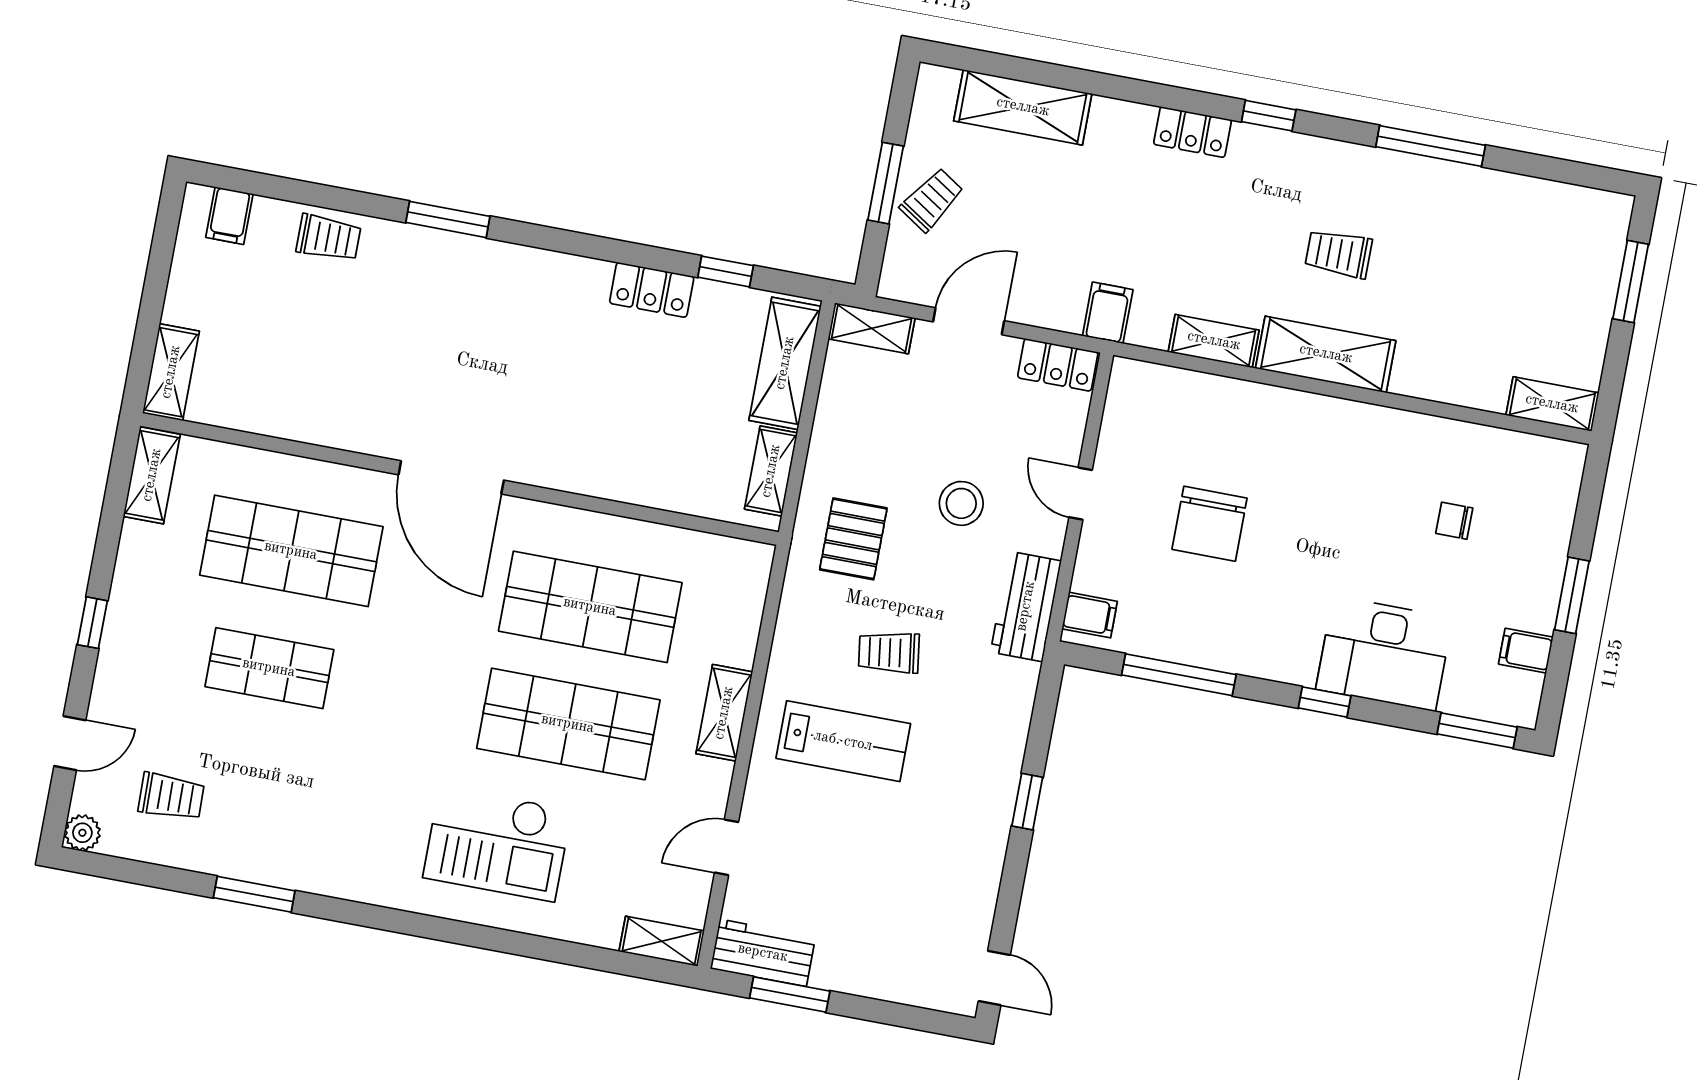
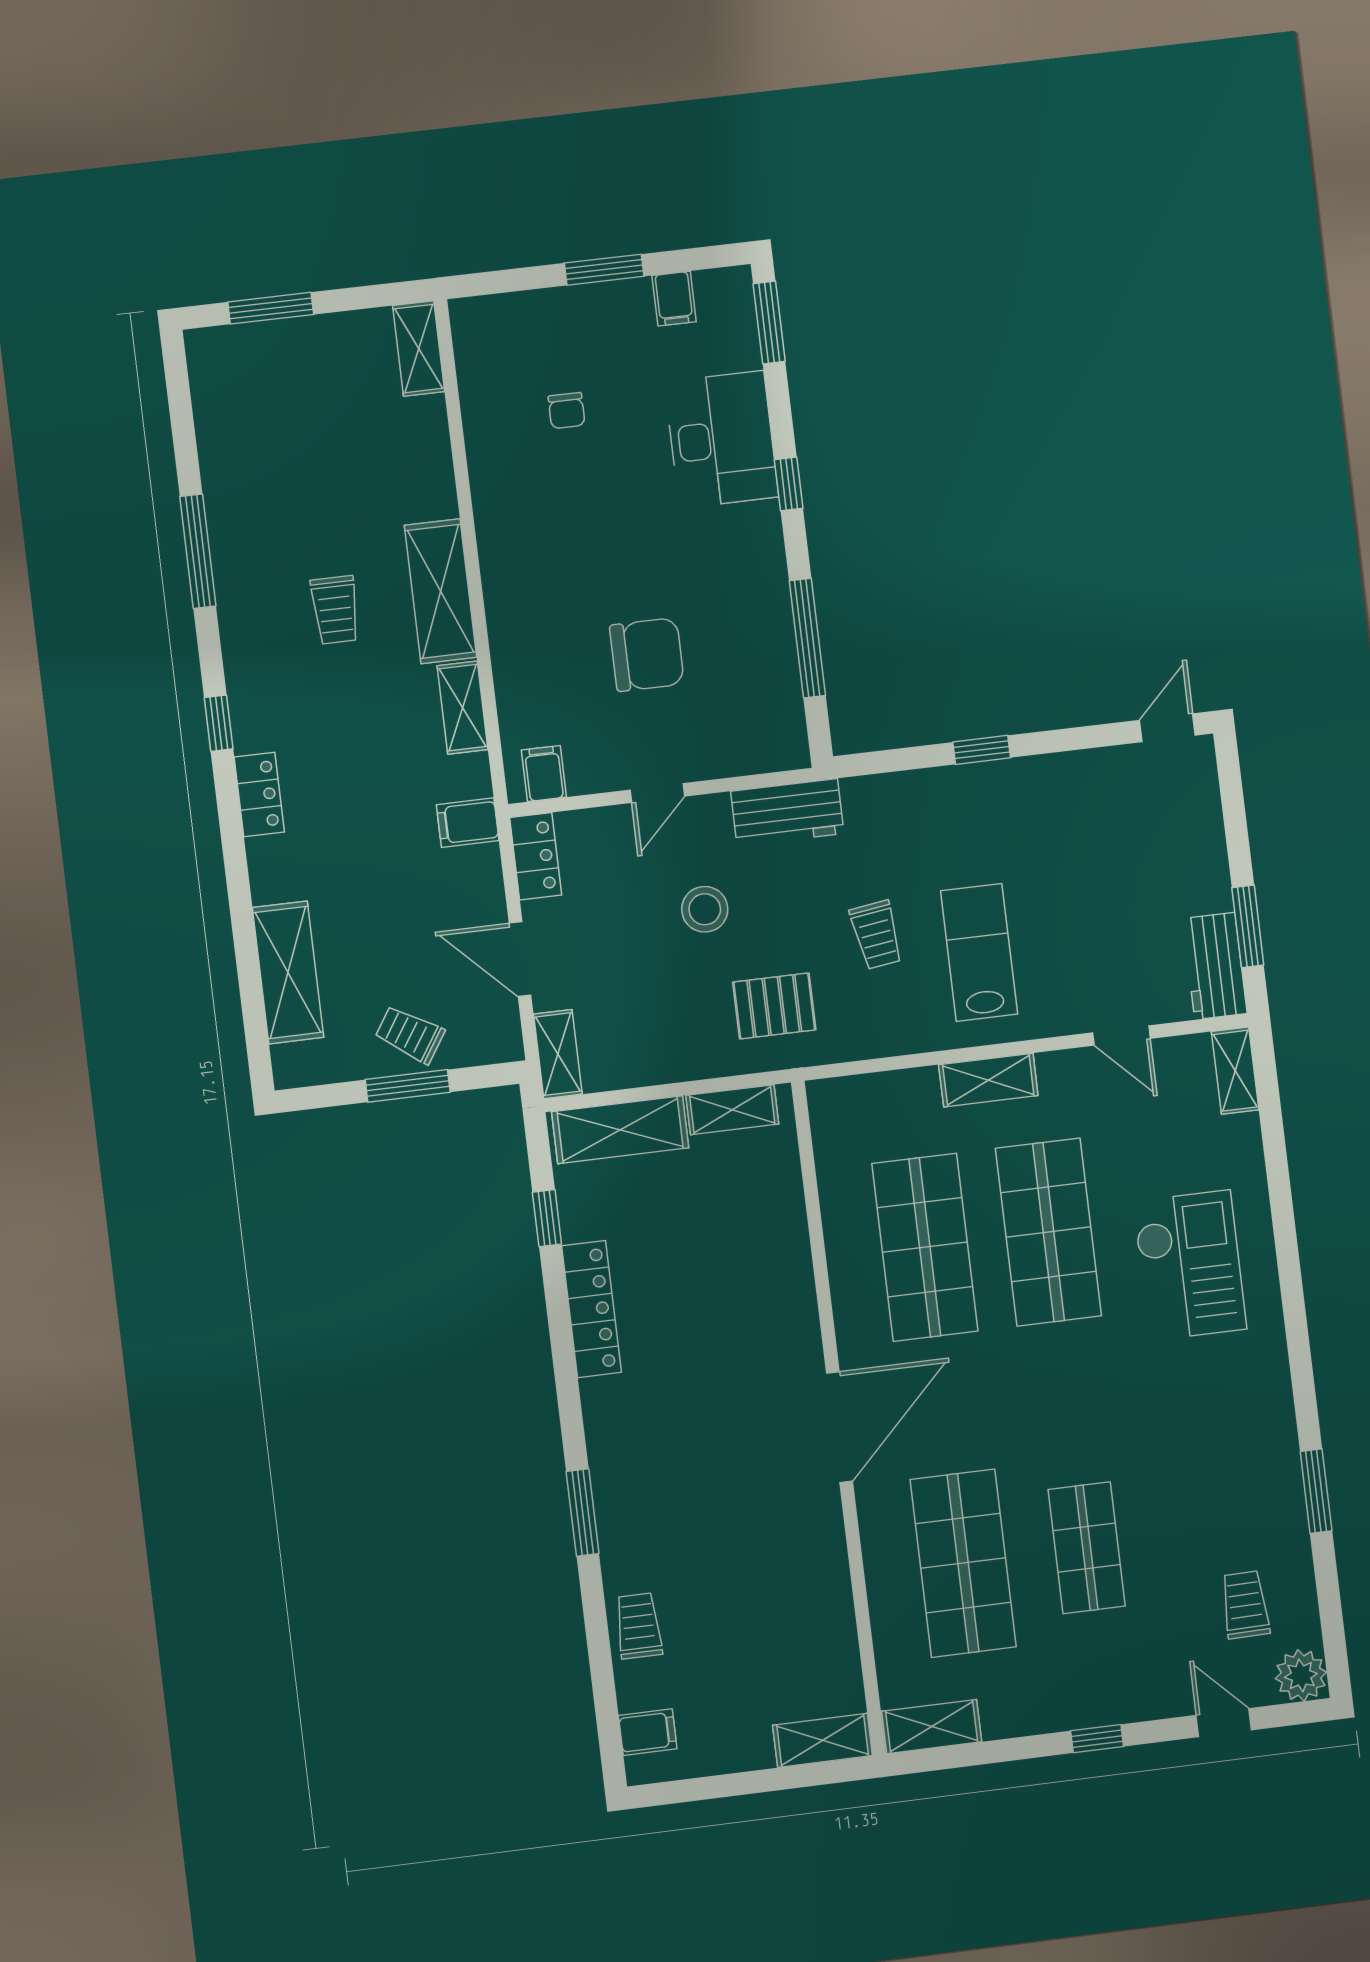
locker: (652, 290) -> (591, 1309), width x1.53
filing cabinet: (1090, 615) -> (544, 774), moved
plant: (82, 833) -> (1301, 1675), width x1.38, depth x1.38

